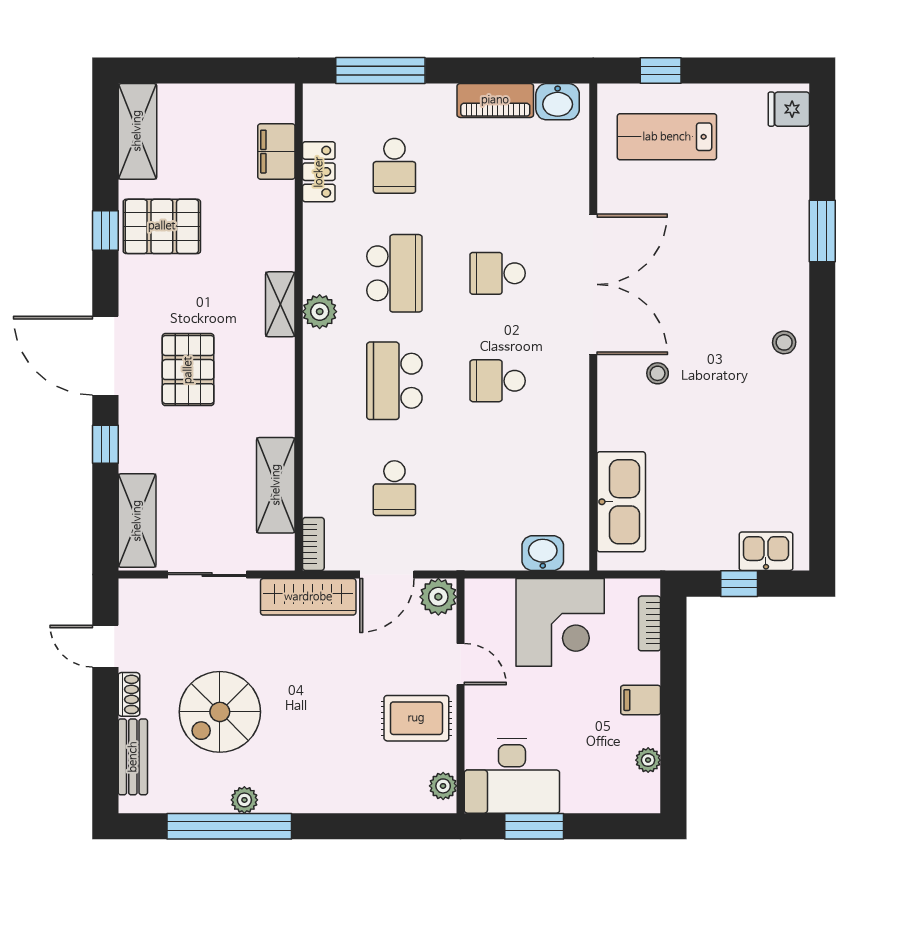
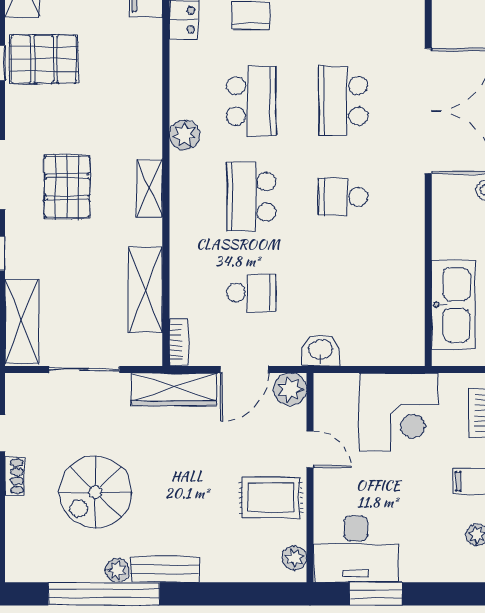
school desk: (498, 273) -> (343, 101), width x1.85
shelving: (280, 304) -> (149, 188), moved
school desk: (394, 488) -> (251, 293), turned -90
washbasin: (543, 553) -> (320, 350), moved
bench: (133, 757) -> (165, 569), moved, turned 90

